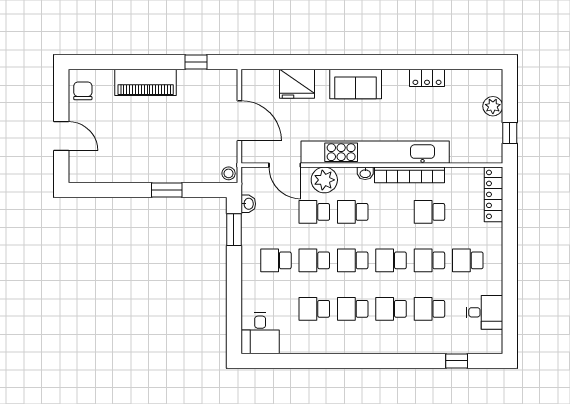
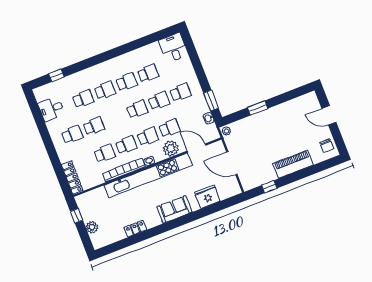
school desk: (391, 260) -> (126, 145), moved

